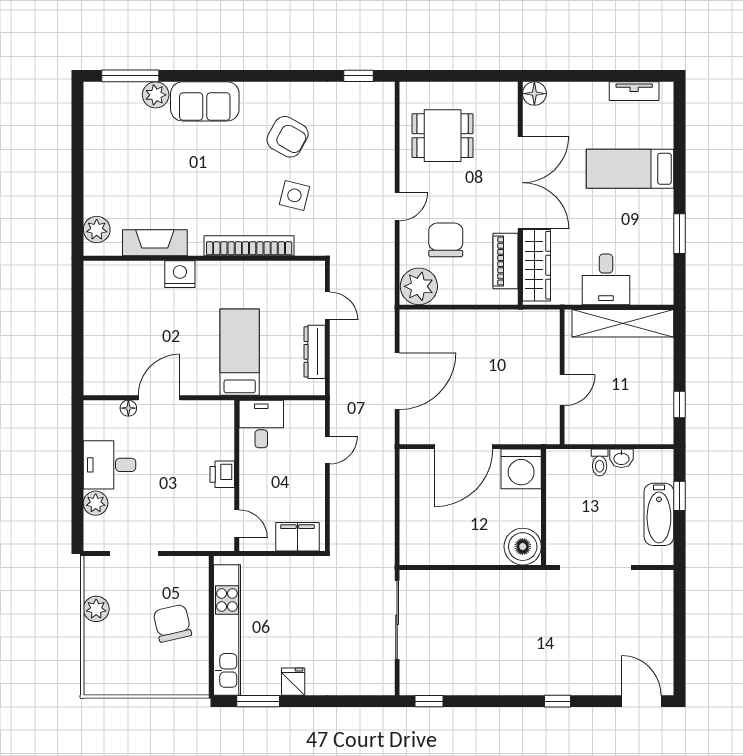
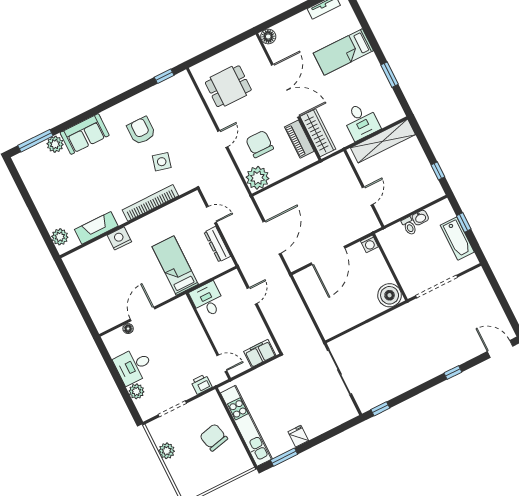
armchair: (288, 137) -> (141, 131), turned -119
washing machine: (521, 469) -> (369, 244), width x0.53, depth x0.53
printer: (222, 474) -> (201, 384), moved, turned 90

